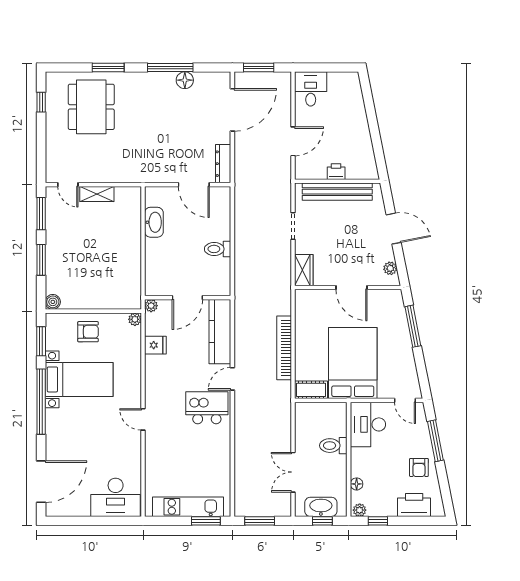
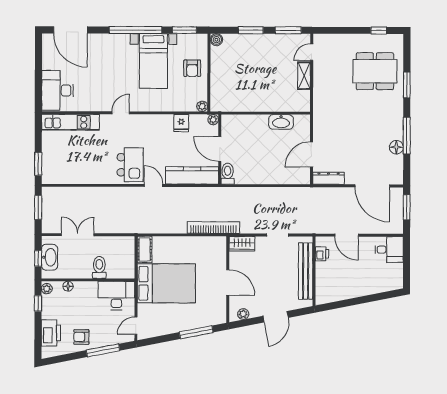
printer: (336, 172) -> (322, 254), moved
toilet: (218, 249) -> (228, 174), moved
door: (351, 287) -> (228, 282), swing flipped
bookcase: (284, 348) -> (213, 228), moved
kitchen unit: (188, 507) -> (70, 122), moved, turned 90

